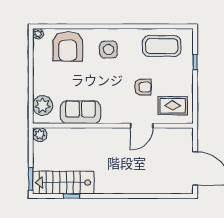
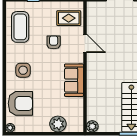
plant: (43, 105) -> (58, 124), moved
rug: (173, 106) -> (69, 18), turned 90
sofa: (80, 112) -> (74, 80), moved

